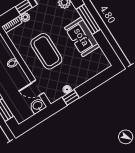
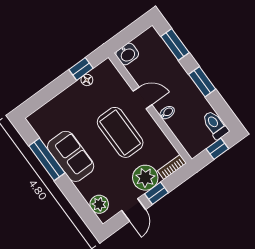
plant: (25, 17) -> (145, 178), width x1.88, depth x1.88
window: (88, 19) -> (47, 159), moved
door: (37, 88) -> (143, 98), moved

